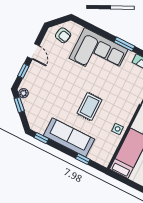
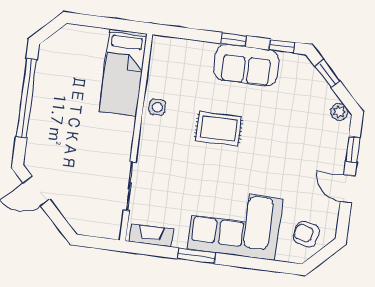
window: (19, 105) -> (327, 74), moved
rug: (90, 107) -> (219, 129), turned 90
sofa: (69, 137) -> (246, 65), width x0.73
window: (83, 159) -> (234, 40), moved

